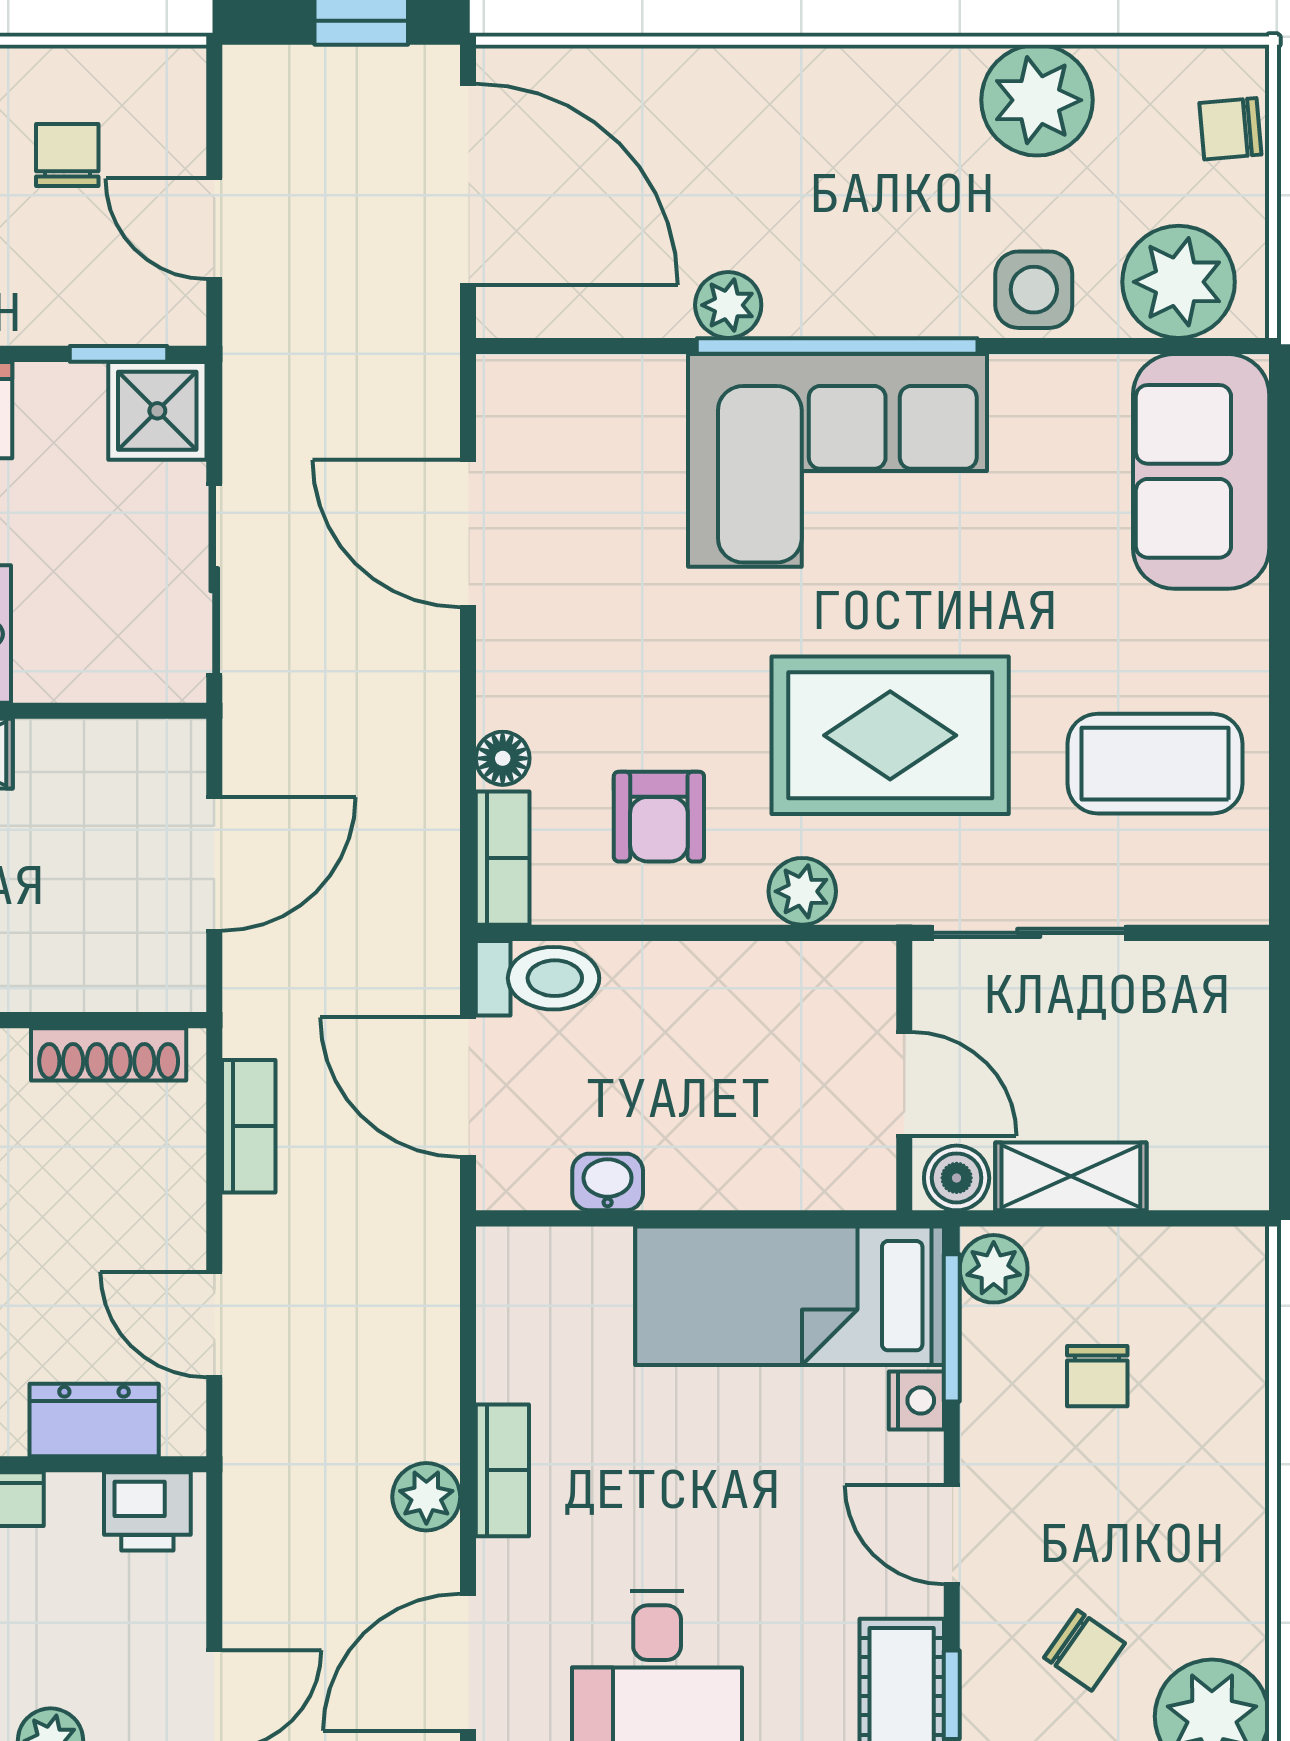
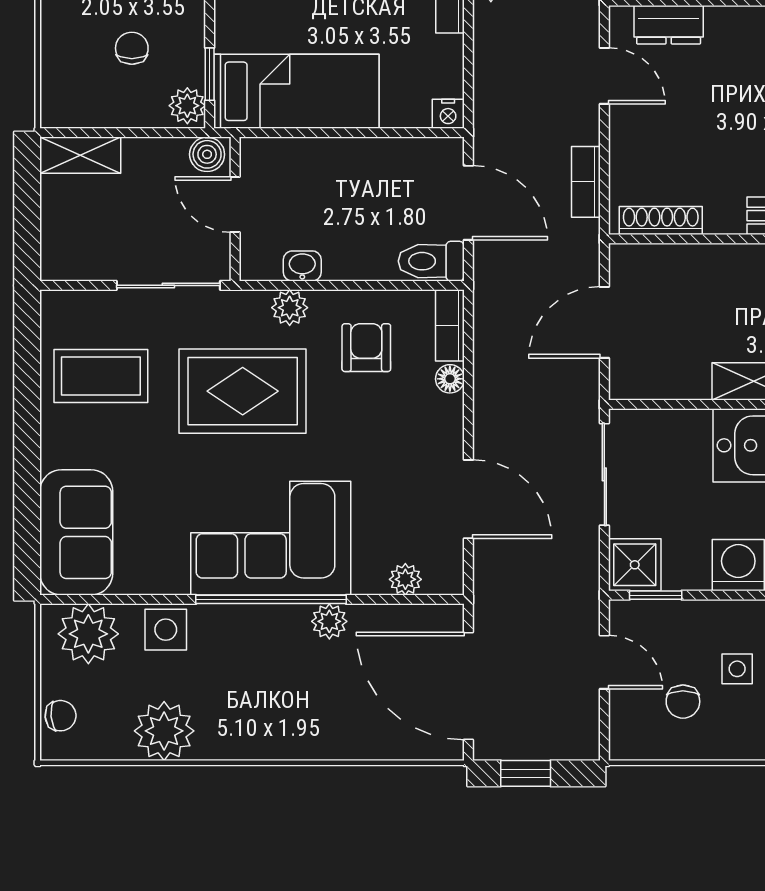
plant: (586, 384) -> (405, 579), added
shelving: (1071, 1176) -> (80, 155), moved
washbasin: (608, 1182) -> (302, 266), moved, turned 180
window: (952, 1328) -> (210, 74), width x0.67
nightstand: (916, 1401) -> (448, 114), moved, turned -90

